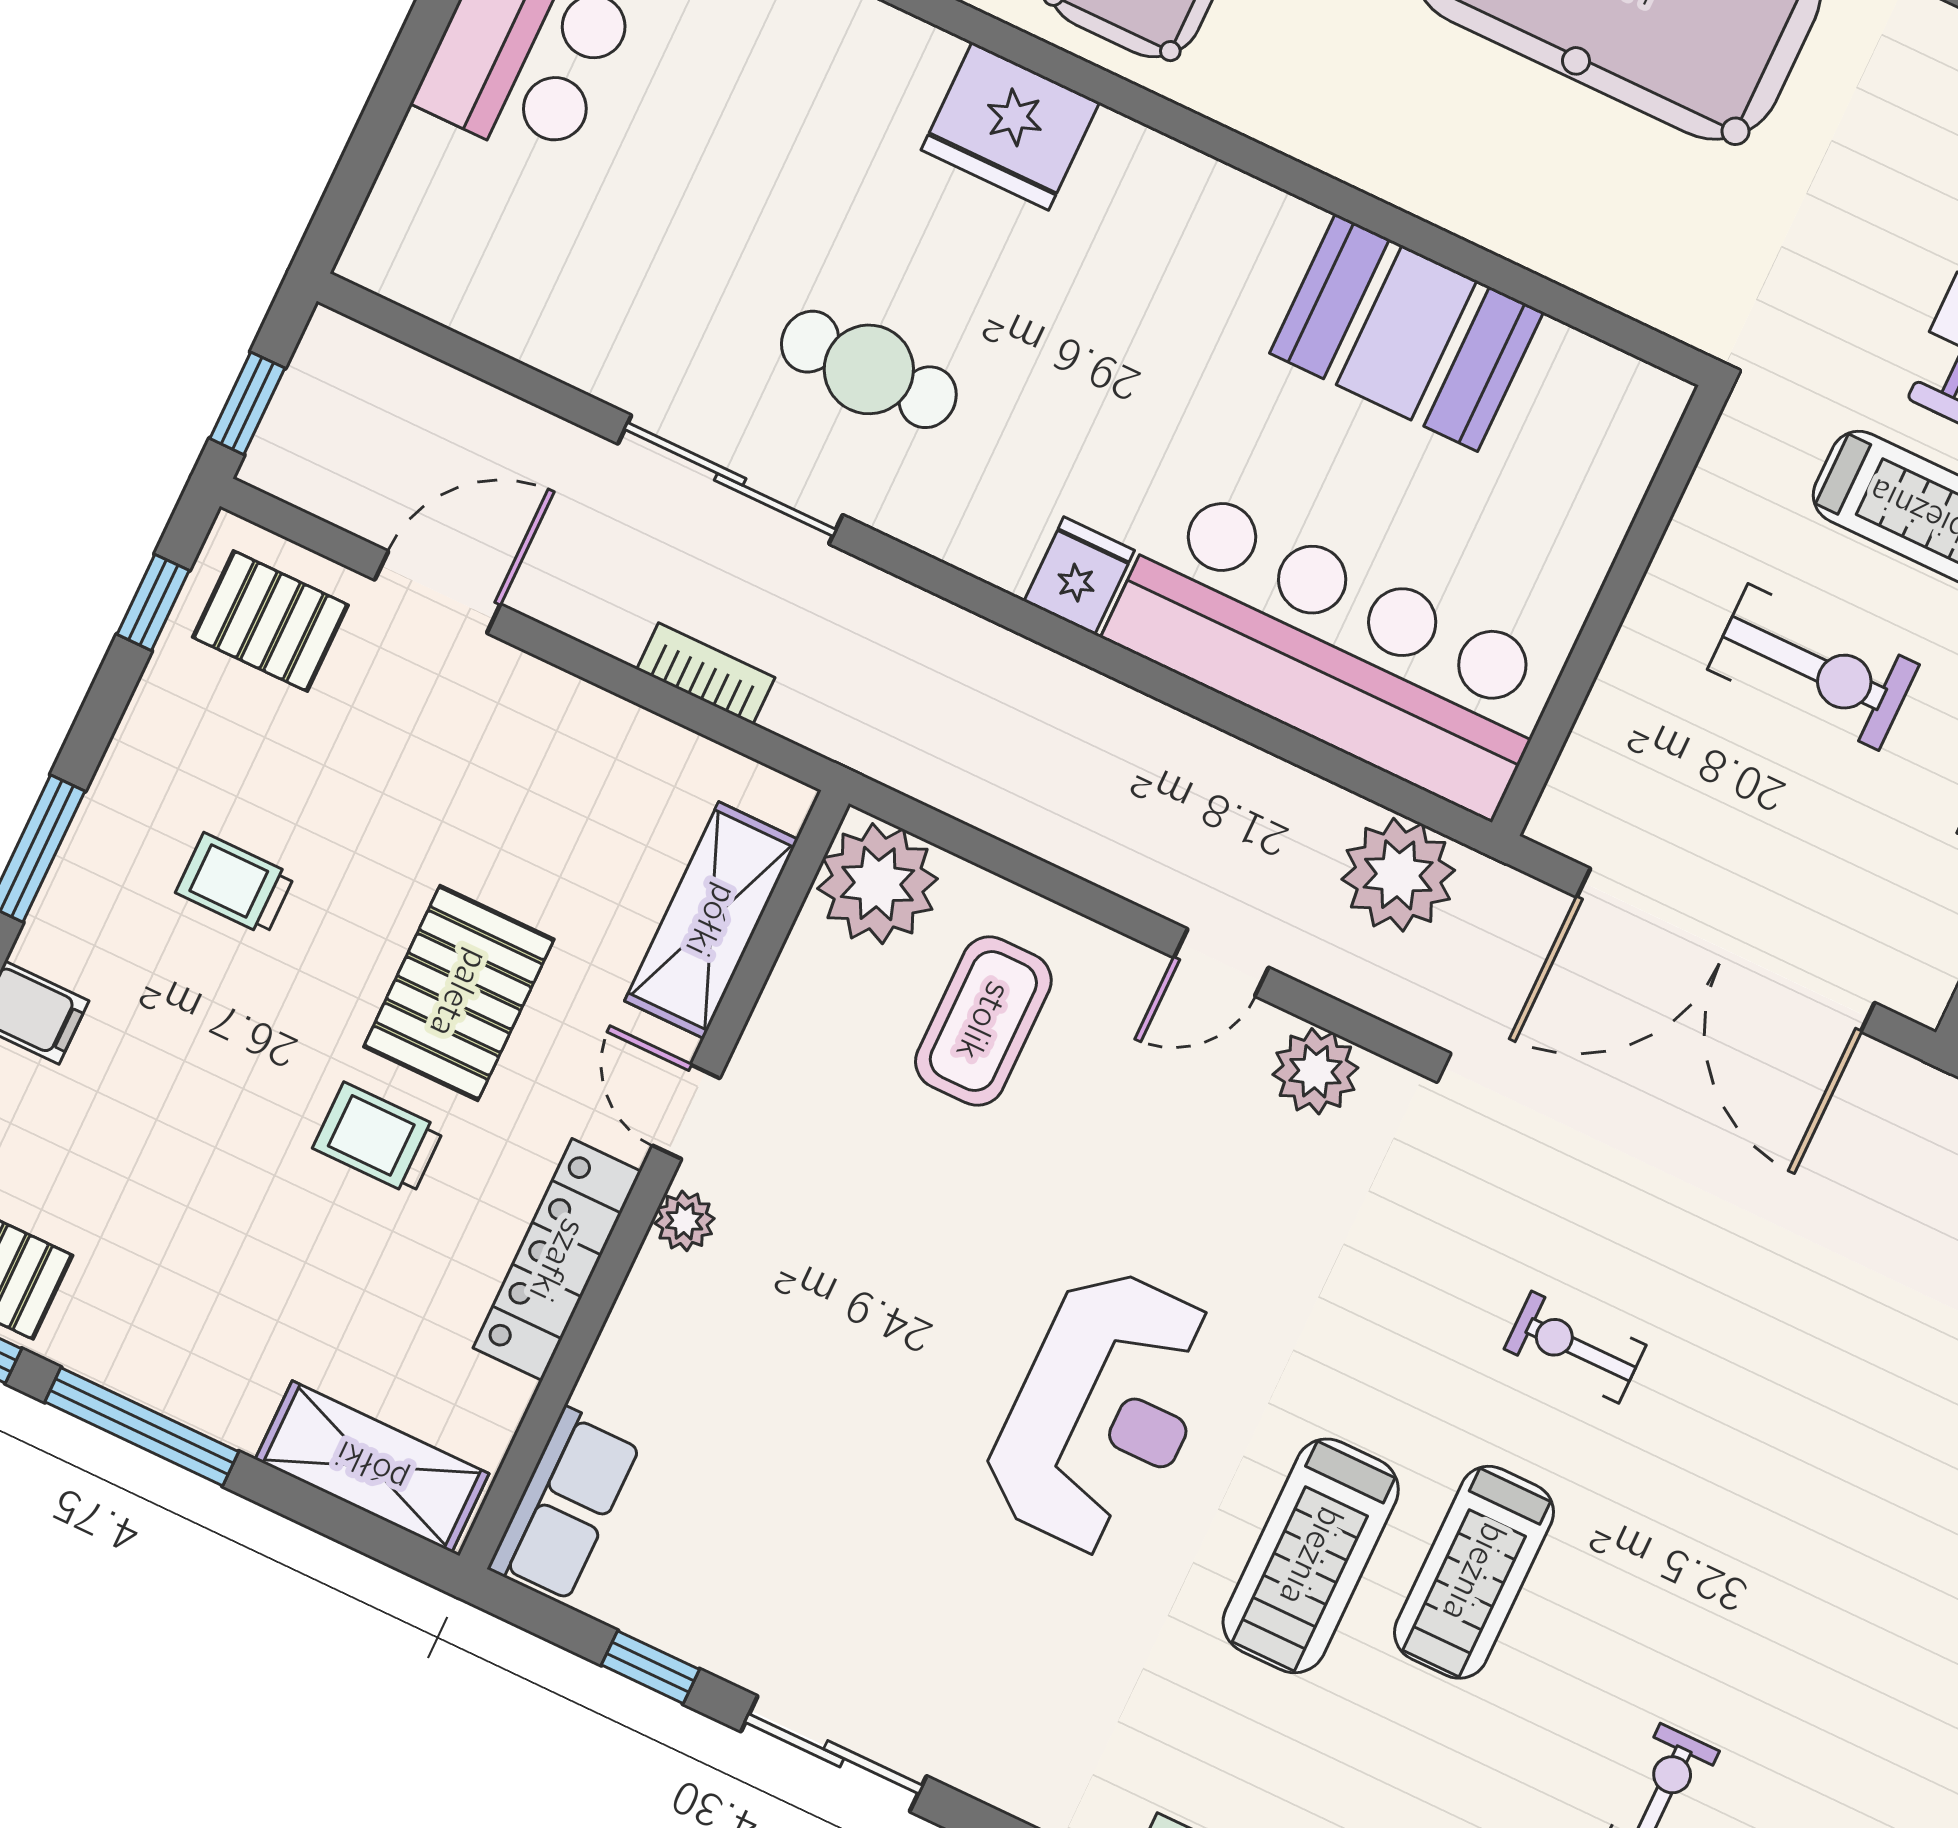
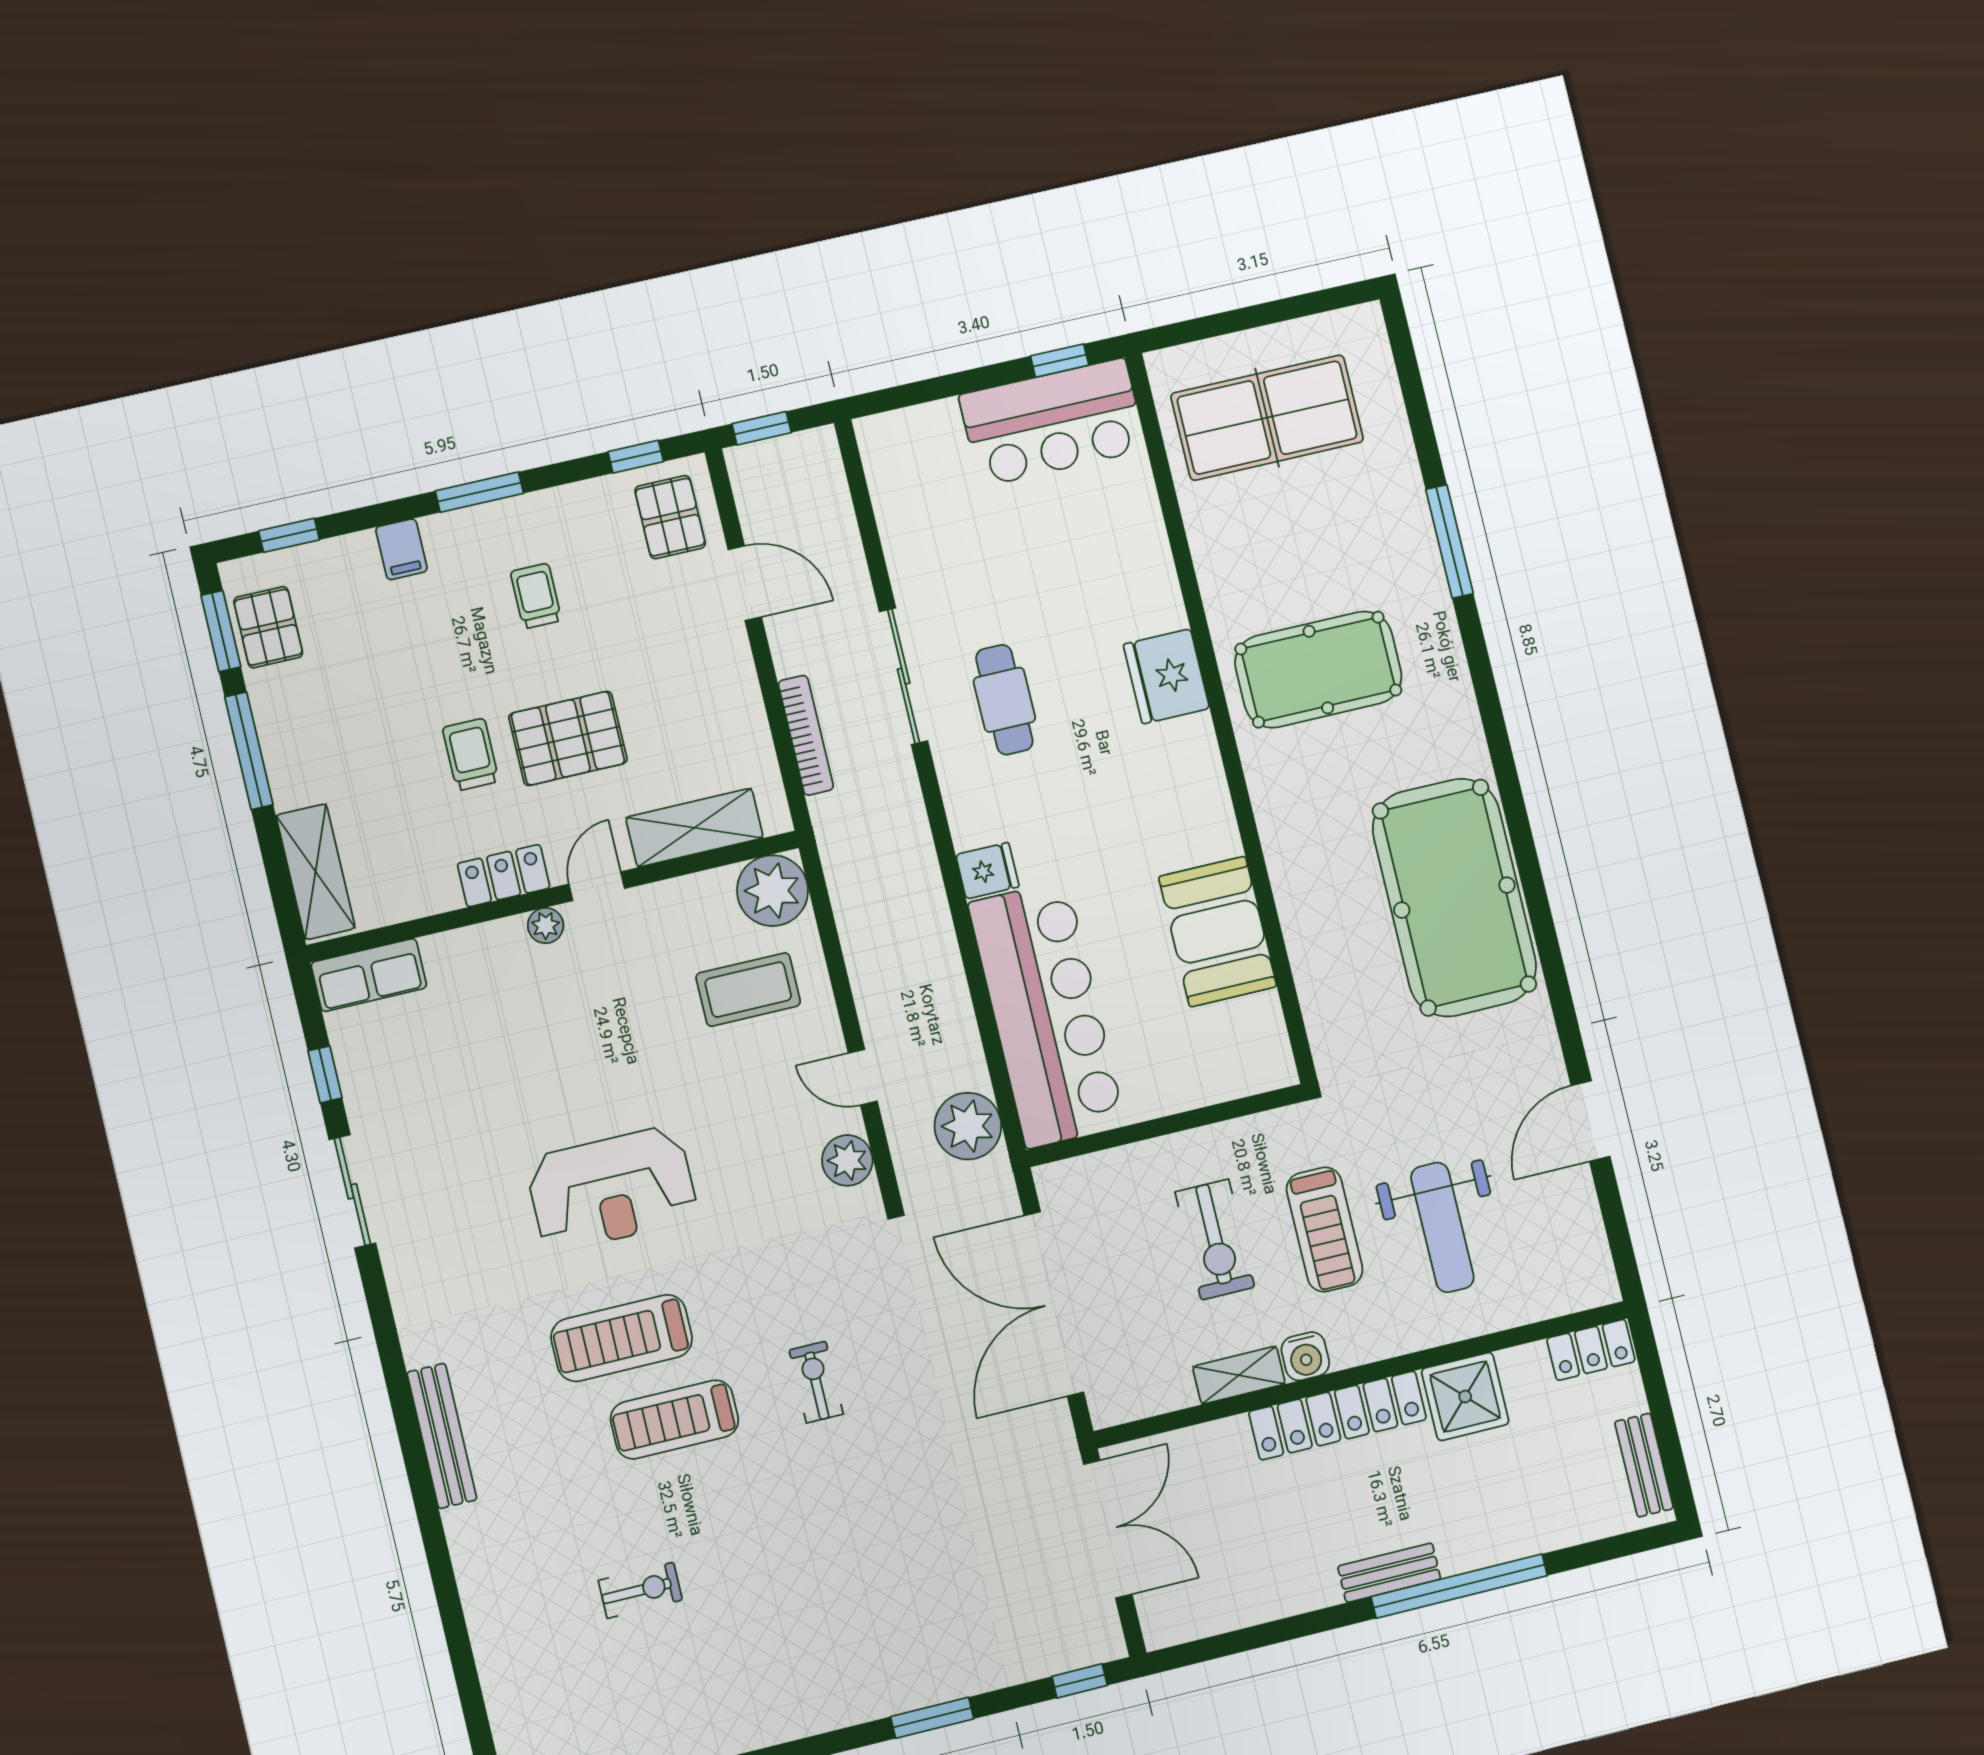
bookcase: (706, 673) -> (806, 735), width x1.56
locker: (557, 1260) -> (504, 876), width x0.66

